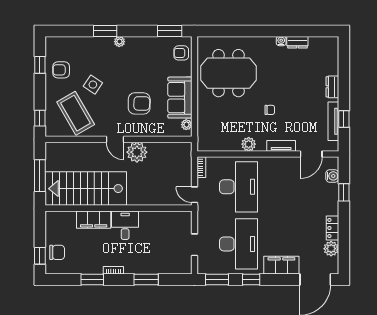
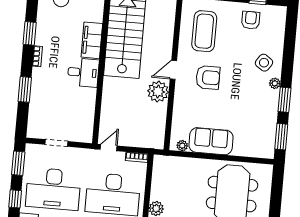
window: (105, 31) -> (285, 100), moved
armchair: (181, 53) -> (257, 147), removed
side table: (93, 85) -> (264, 63), moved
armchair: (139, 103) -> (208, 77), moved, turned -91
coffee table: (76, 113) -> (204, 31), turned -60

